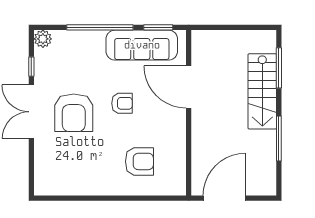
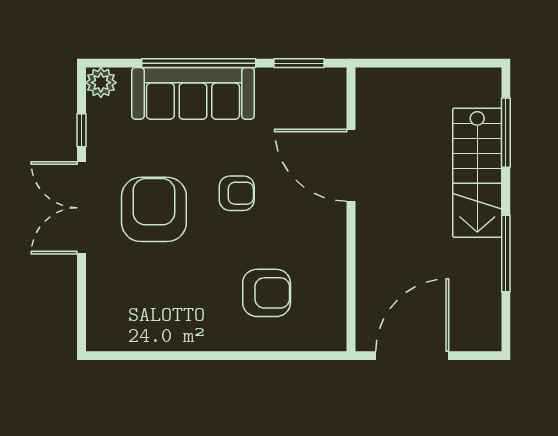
sofa: (142, 45) -> (193, 93), moved
armchair: (74, 113) -> (154, 209), turned 180

